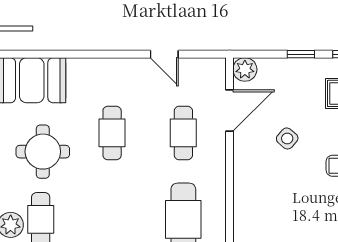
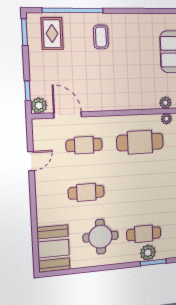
window: (301, 54) -> (27, 91), moved
side table: (287, 138) -> (85, 76), removed

